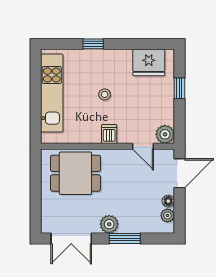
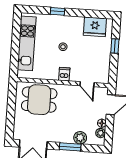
plant: (165, 134) -> (103, 77), removed
plant: (109, 224) -> (80, 138), moved

